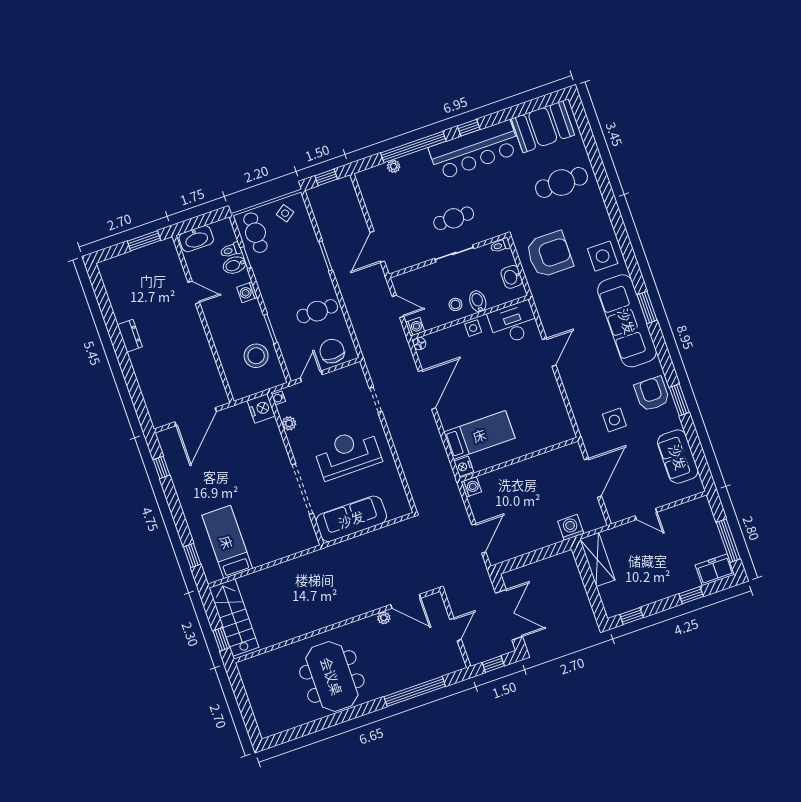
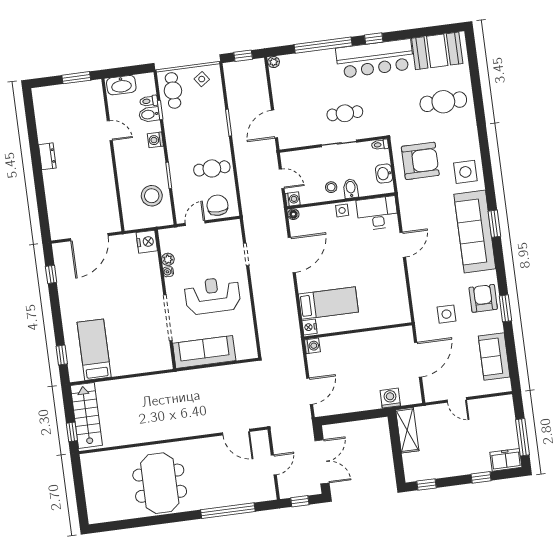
plant: (394, 166) -> (274, 62), moved
water cooler: (279, 398) -> (168, 272), moved
plant: (384, 618) -> (214, 442), removed

